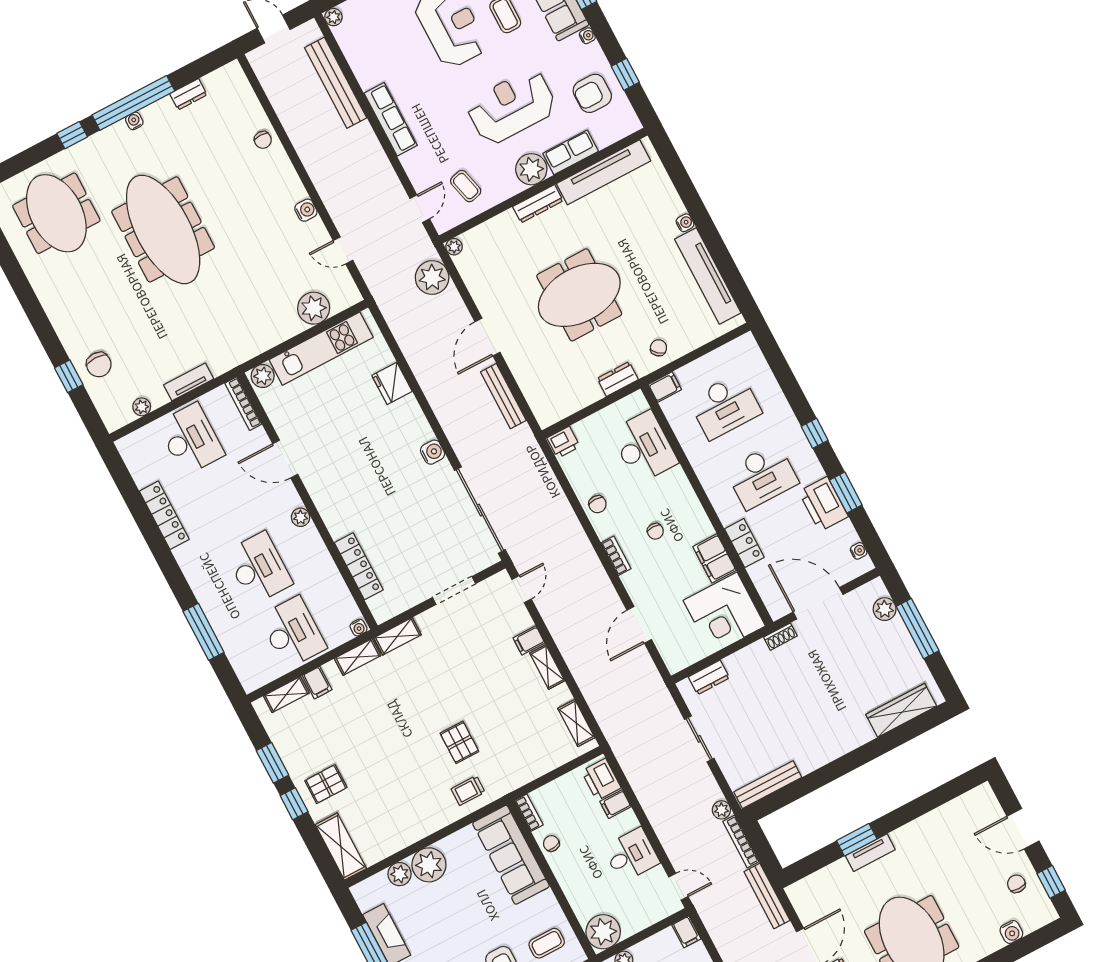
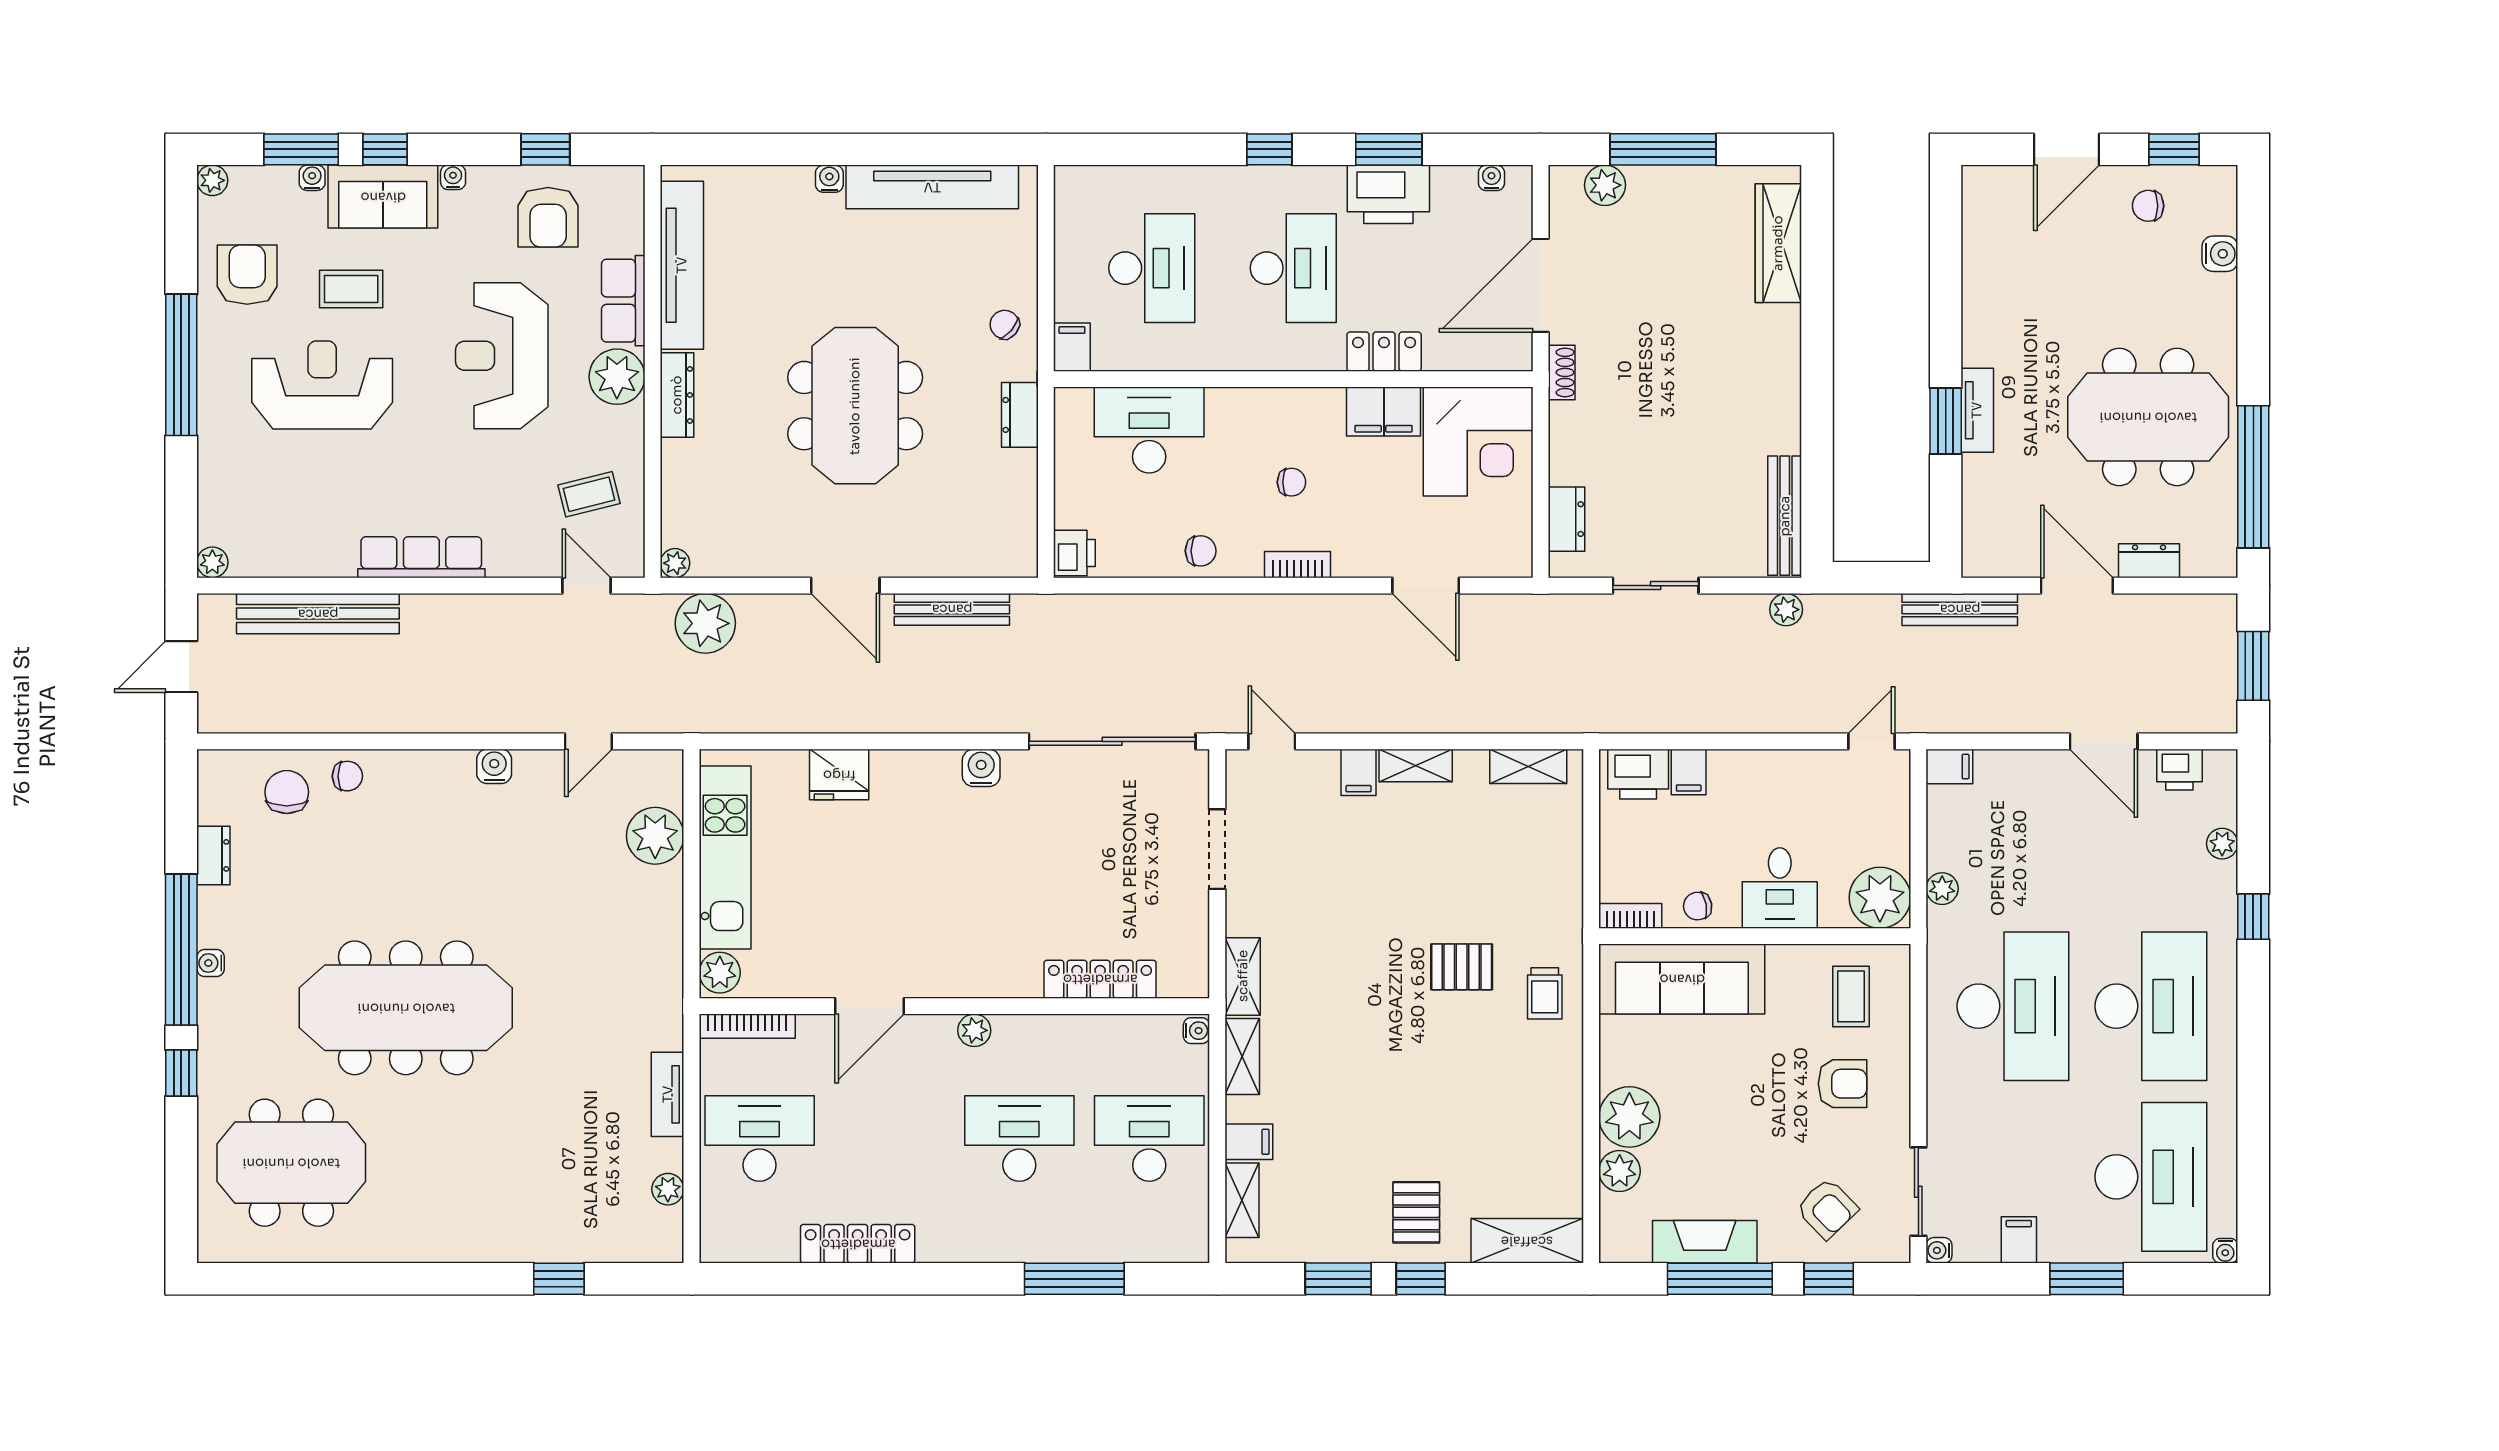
chair: (99, 365) -> (287, 792), moved, turned -90
bookcase: (741, 842) -> (1852, 605), removed
desk: (631, 855) -> (1780, 888), moved, turned 180

